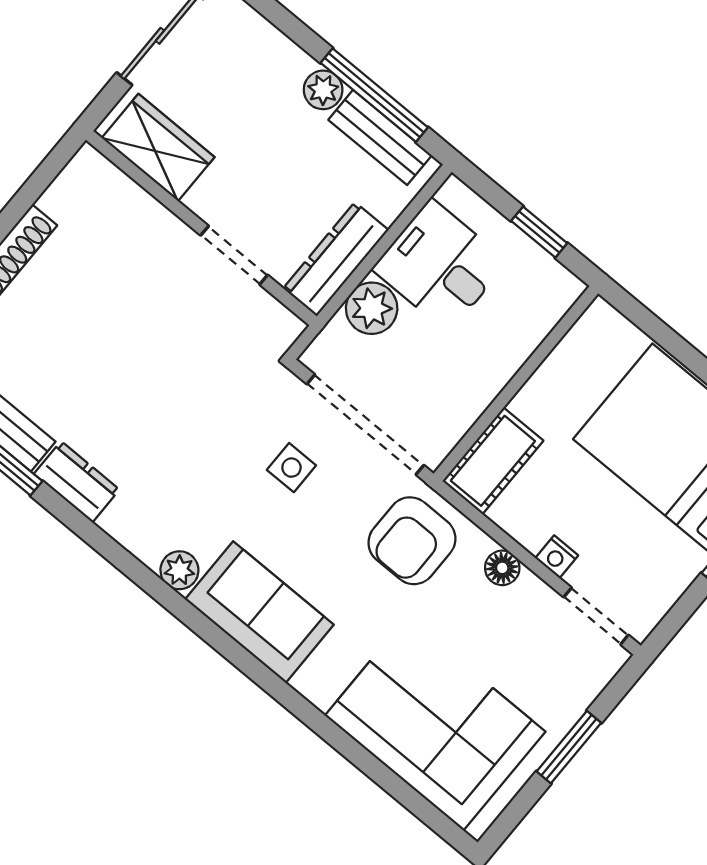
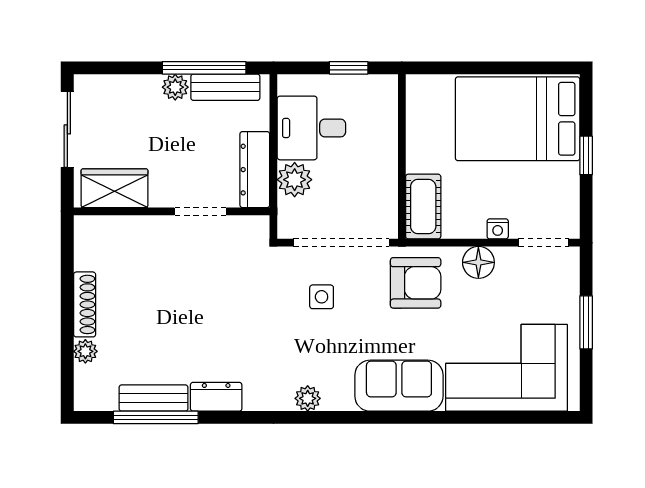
armchair: (412, 541) -> (416, 283), turned -90
floor lamp: (502, 568) -> (478, 262), width x1.37, depth x1.37
sofa: (259, 612) -> (399, 386), moved

